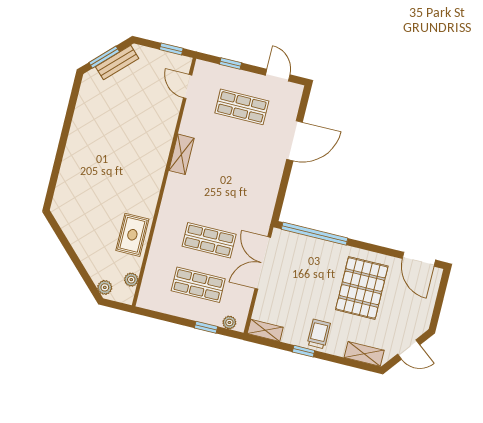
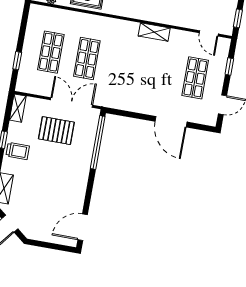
door: (188, 87) -> (209, 33), swing flipped
pallet: (362, 288) -> (56, 131), moved, width x0.73, depth x0.71
plant: (229, 322) -> (22, 79), removed

